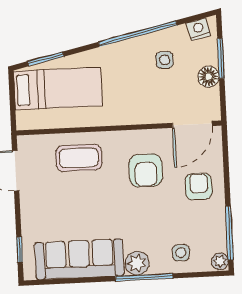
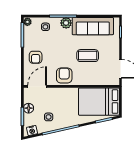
bed: (58, 88) -> (99, 102), width x1.50
coffee table: (79, 158) -> (88, 56), moved
armchair: (146, 170) -> (64, 75), moved

